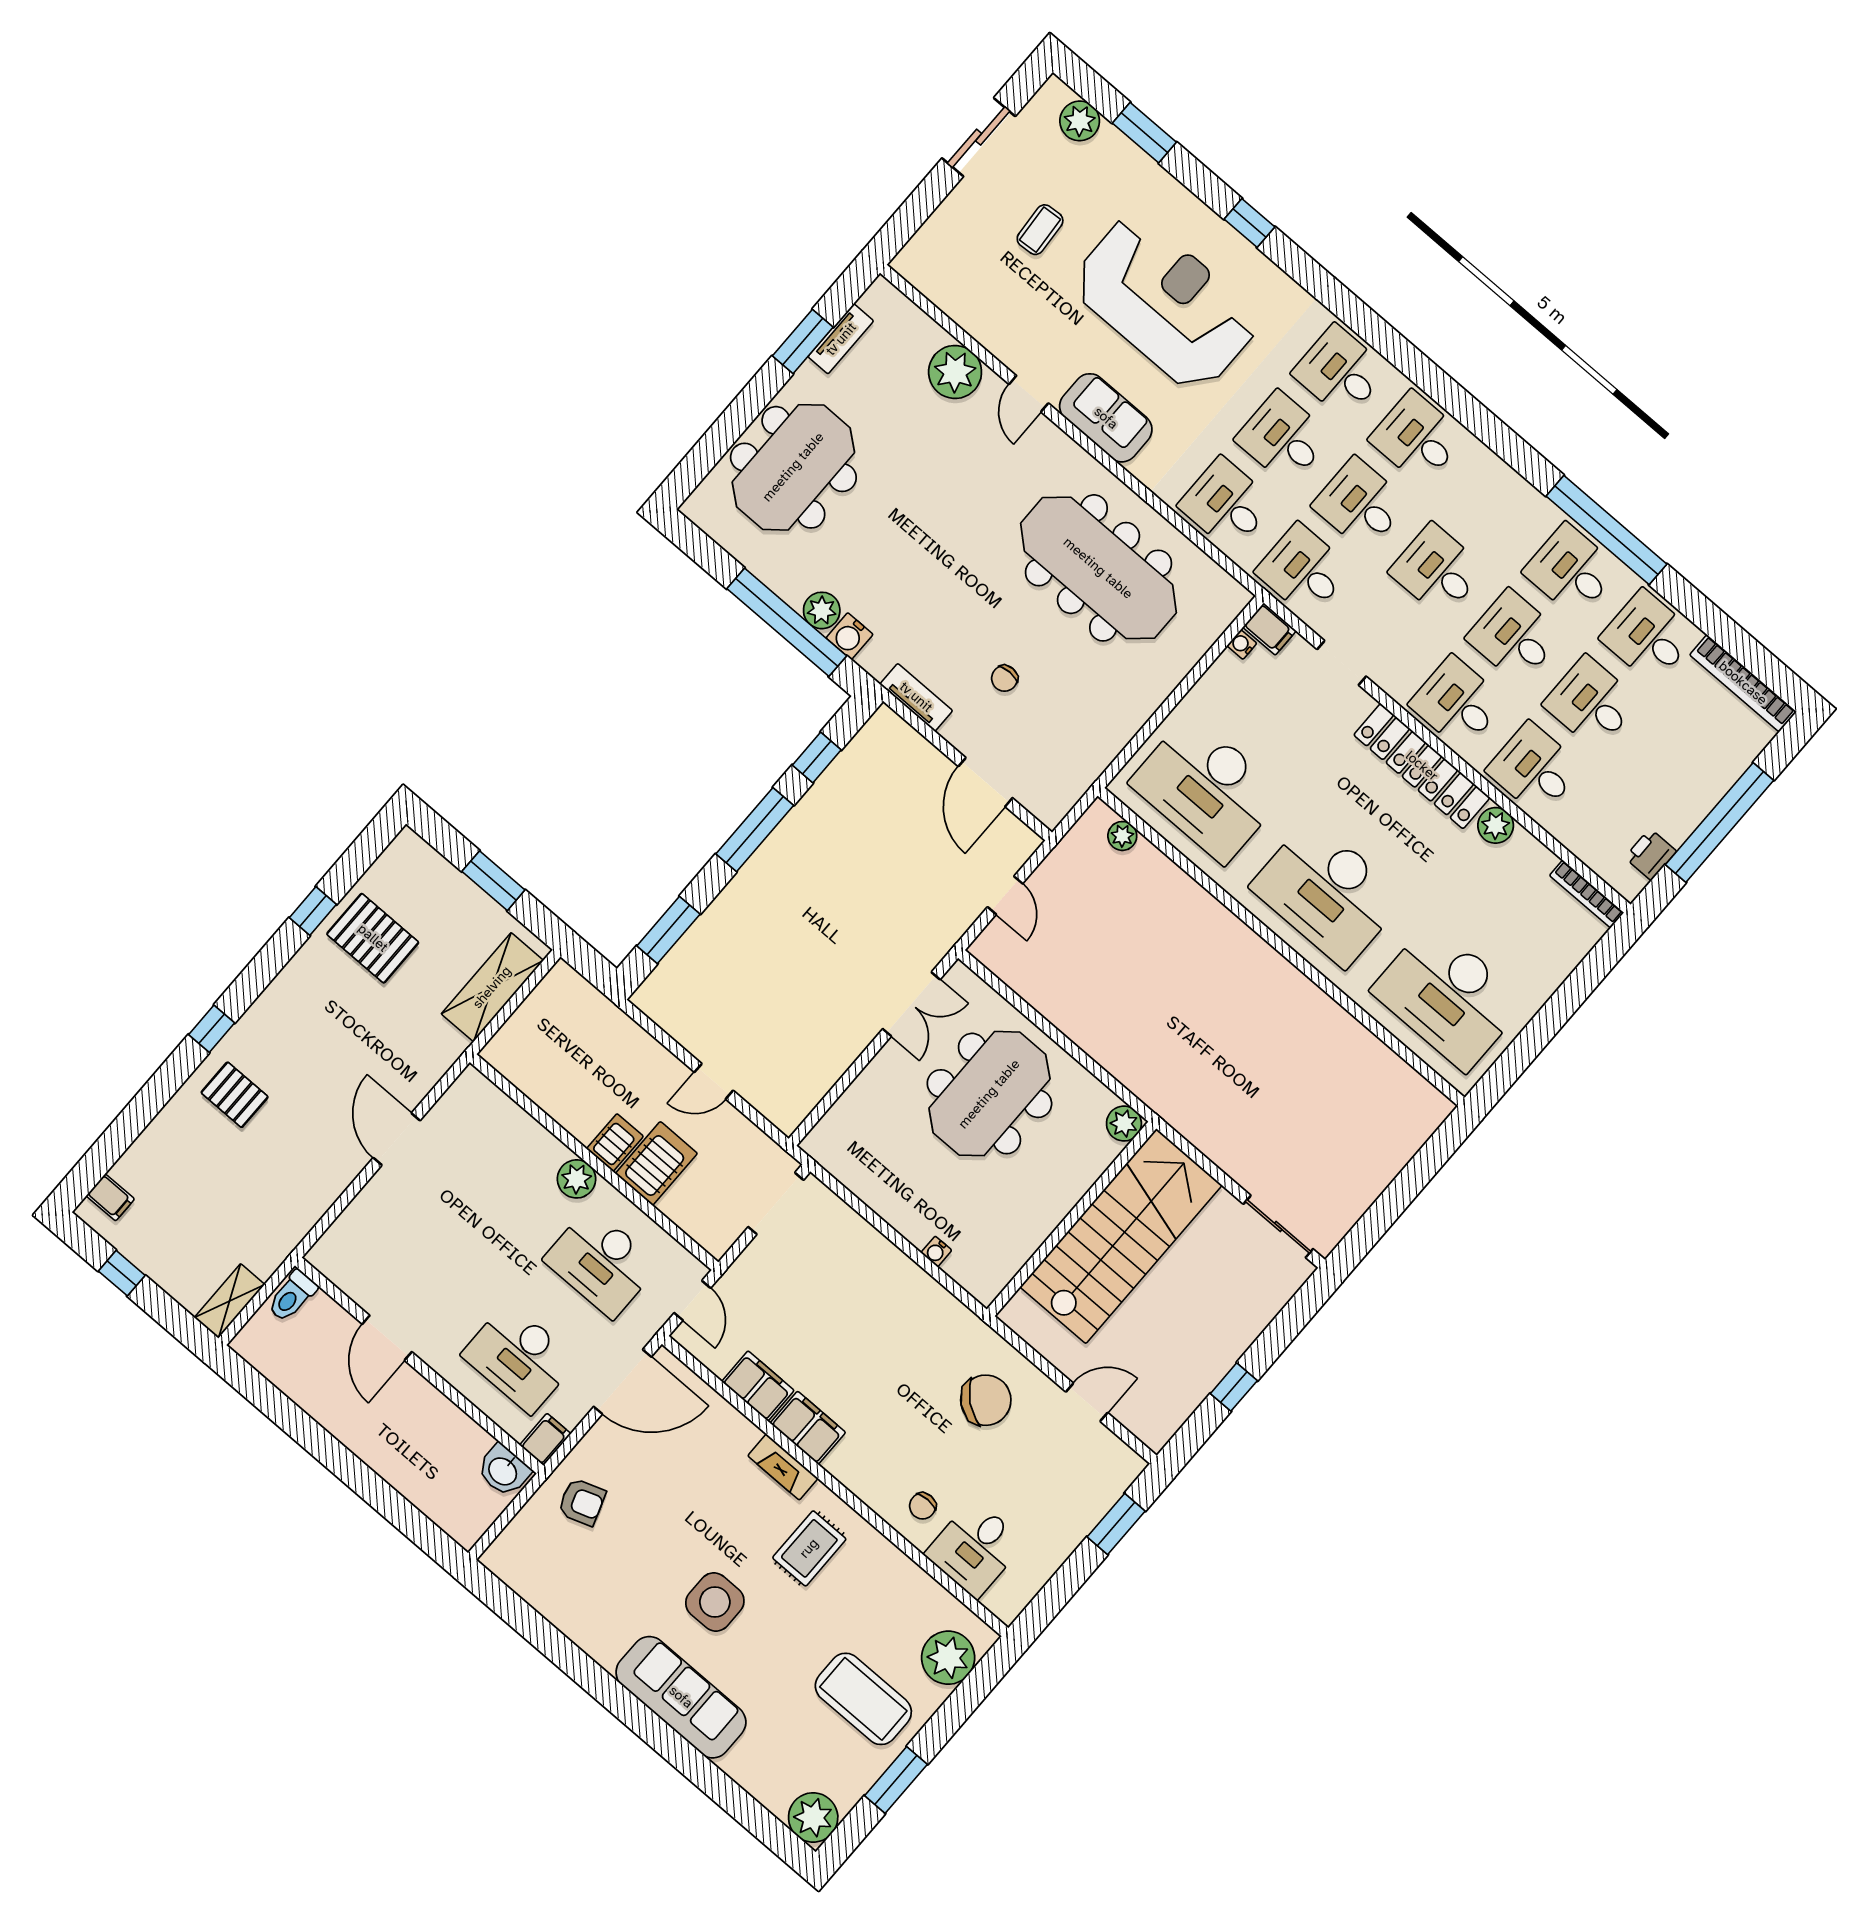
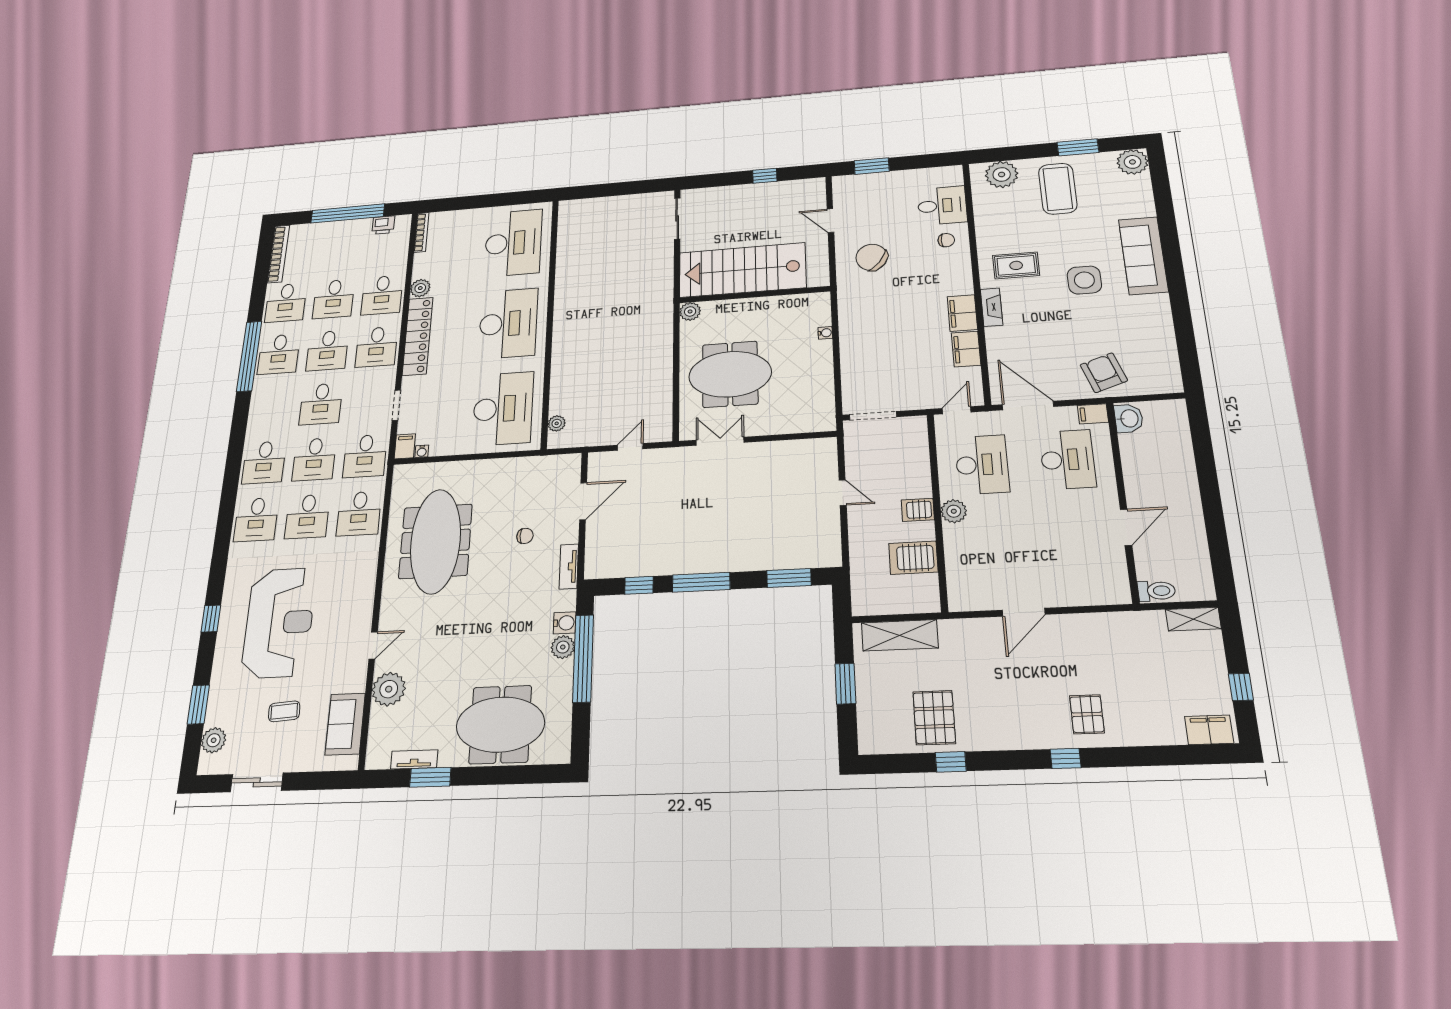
reception desk: (1165, 303) -> (279, 622), turned 180
sofa: (1106, 418) -> (345, 724), moved
server rack: (656, 1163) -> (913, 558), moved
filing cabinet: (110, 1197) -> (1209, 730), width x2.00
armchair: (582, 1502) -> (1104, 373), width x1.38, depth x1.38

